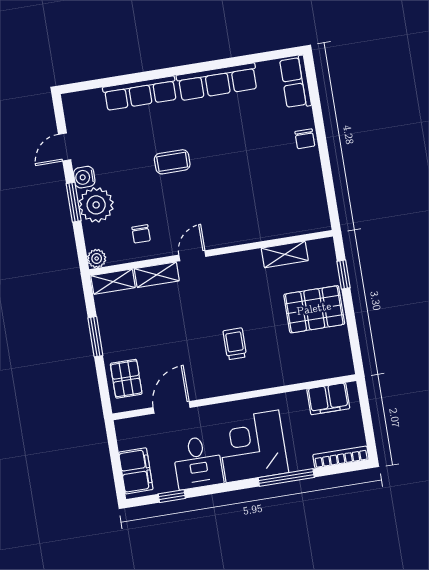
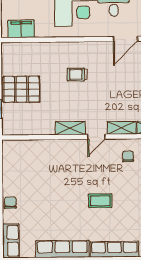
shelving: (285, 254) -> (70, 128), moved
trolley: (235, 344) -> (77, 74), turned 90

